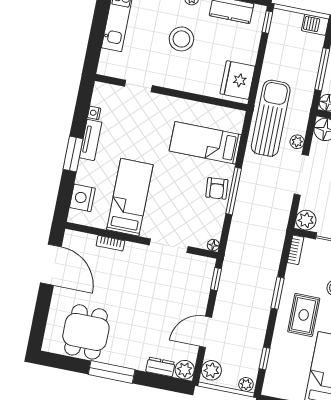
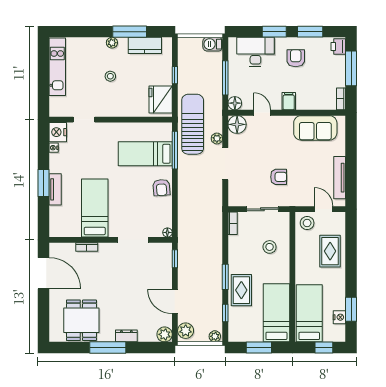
window: (267, 22) -> (175, 75), moved
stool: (181, 39) -> (110, 76), width x0.53, depth x0.53
tv unit: (91, 140) -> (55, 189), moved
window: (234, 191) -> (175, 150), moved
nightstand: (82, 198) -> (58, 132), moved
plant: (306, 220) -> (236, 198), removed
window: (278, 293) -> (225, 277), moved
rug: (304, 315) -> (241, 290), moved
door: (205, 332) -> (175, 302), hinge flipped
dresser: (160, 367) -> (126, 336), moved

